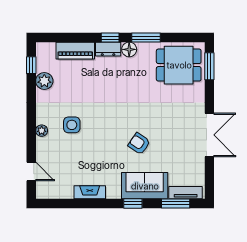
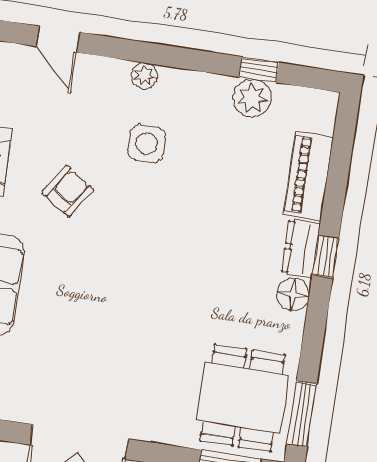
window: (146, 38) -> (302, 414), moved
window: (31, 65) -> (259, 70), moved
armchair: (139, 144) -> (68, 191), moved
door: (31, 172) -> (58, 39), hinge flipped

